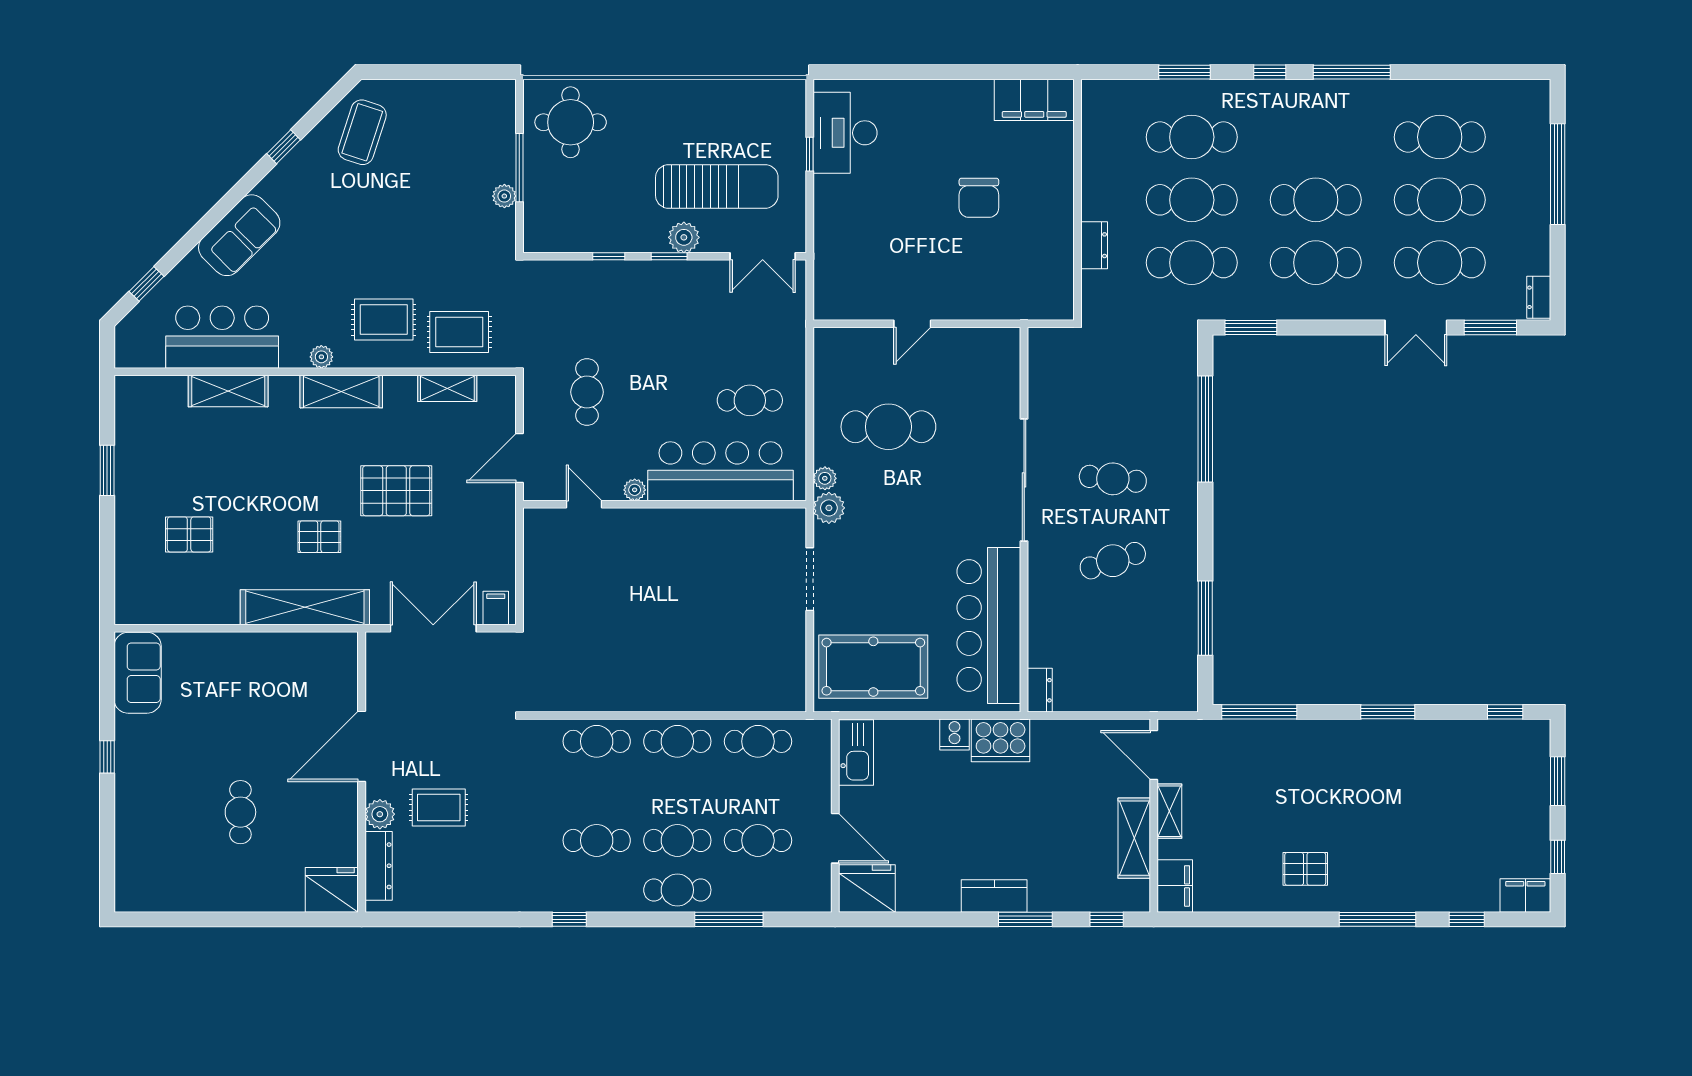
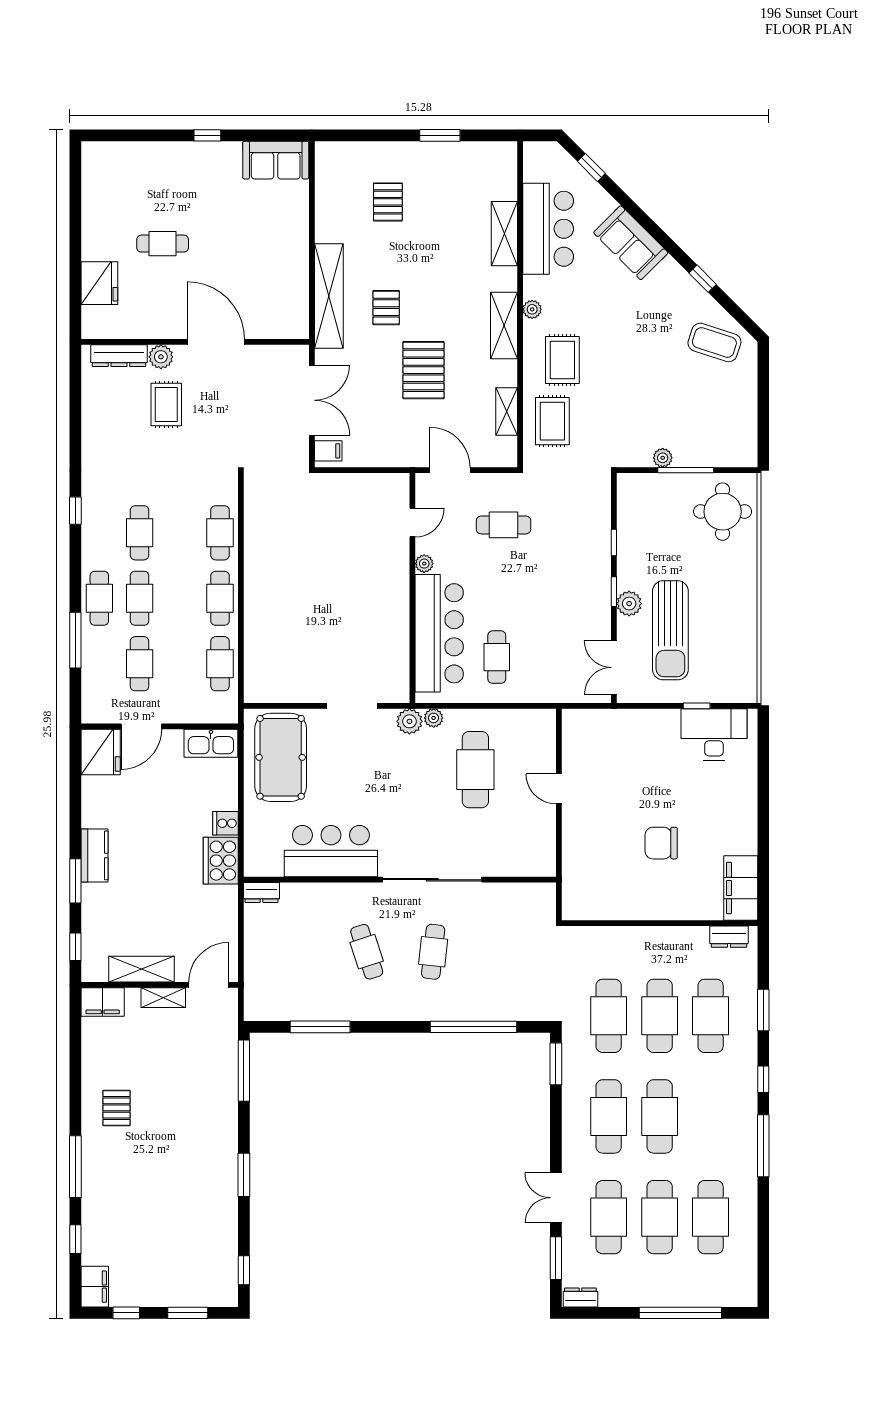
dresser: (1094, 245) -> (729, 937), moved
bar counter: (989, 625) -> (331, 851), width x0.73
fridge: (332, 890) -> (99, 283), moved

